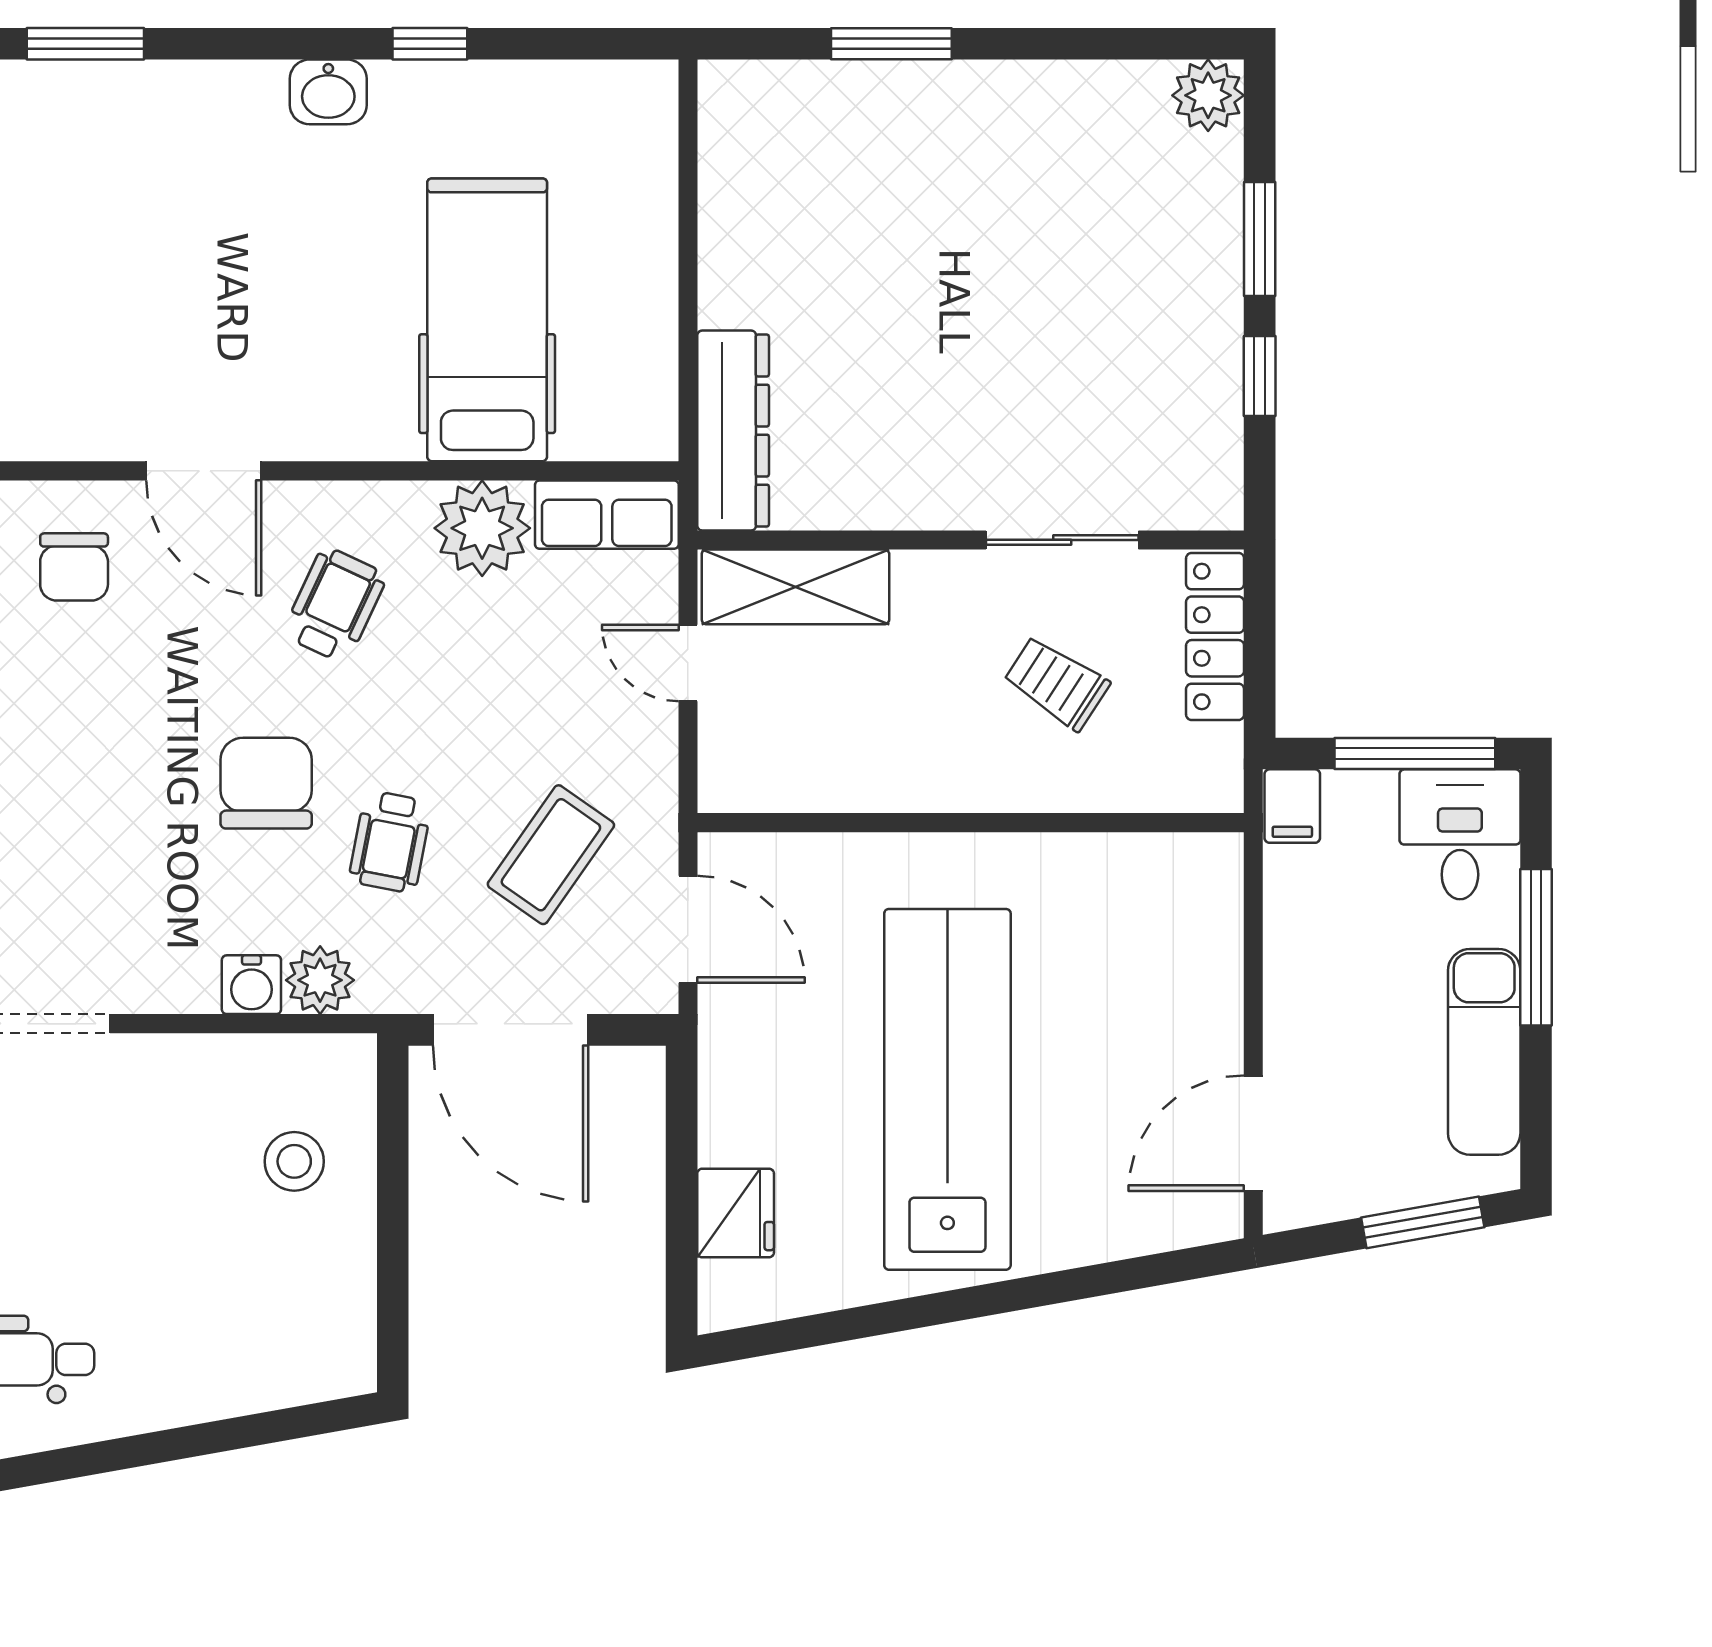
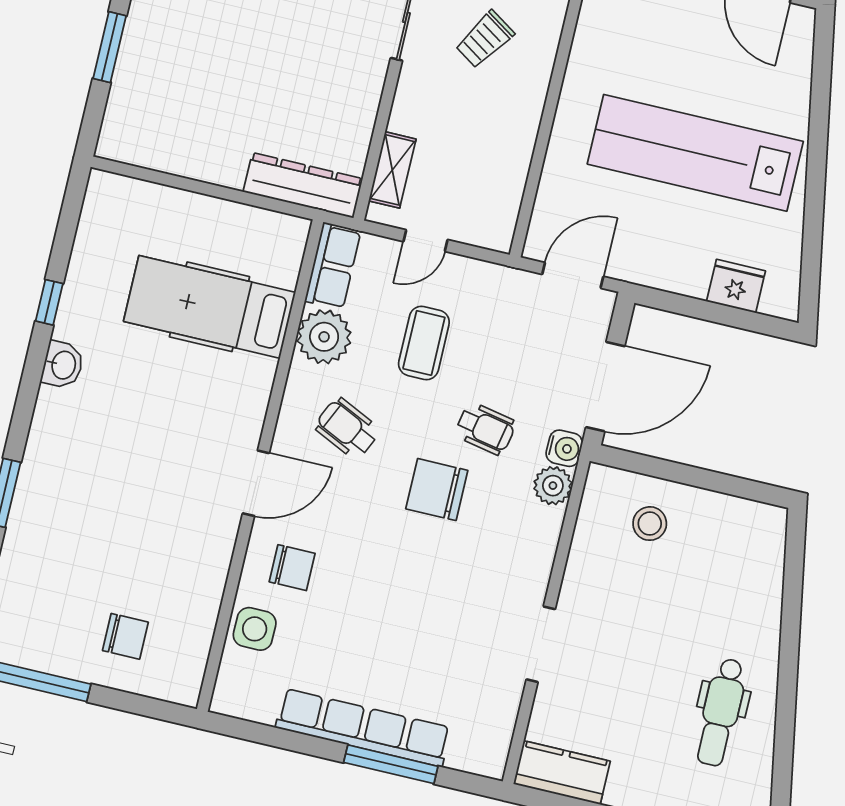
shelving: (795, 587) -> (392, 170), width x0.67, depth x0.75
coffee table: (551, 855) -> (424, 343), moved, turned 55
water cooler: (251, 985) -> (564, 448), moved

